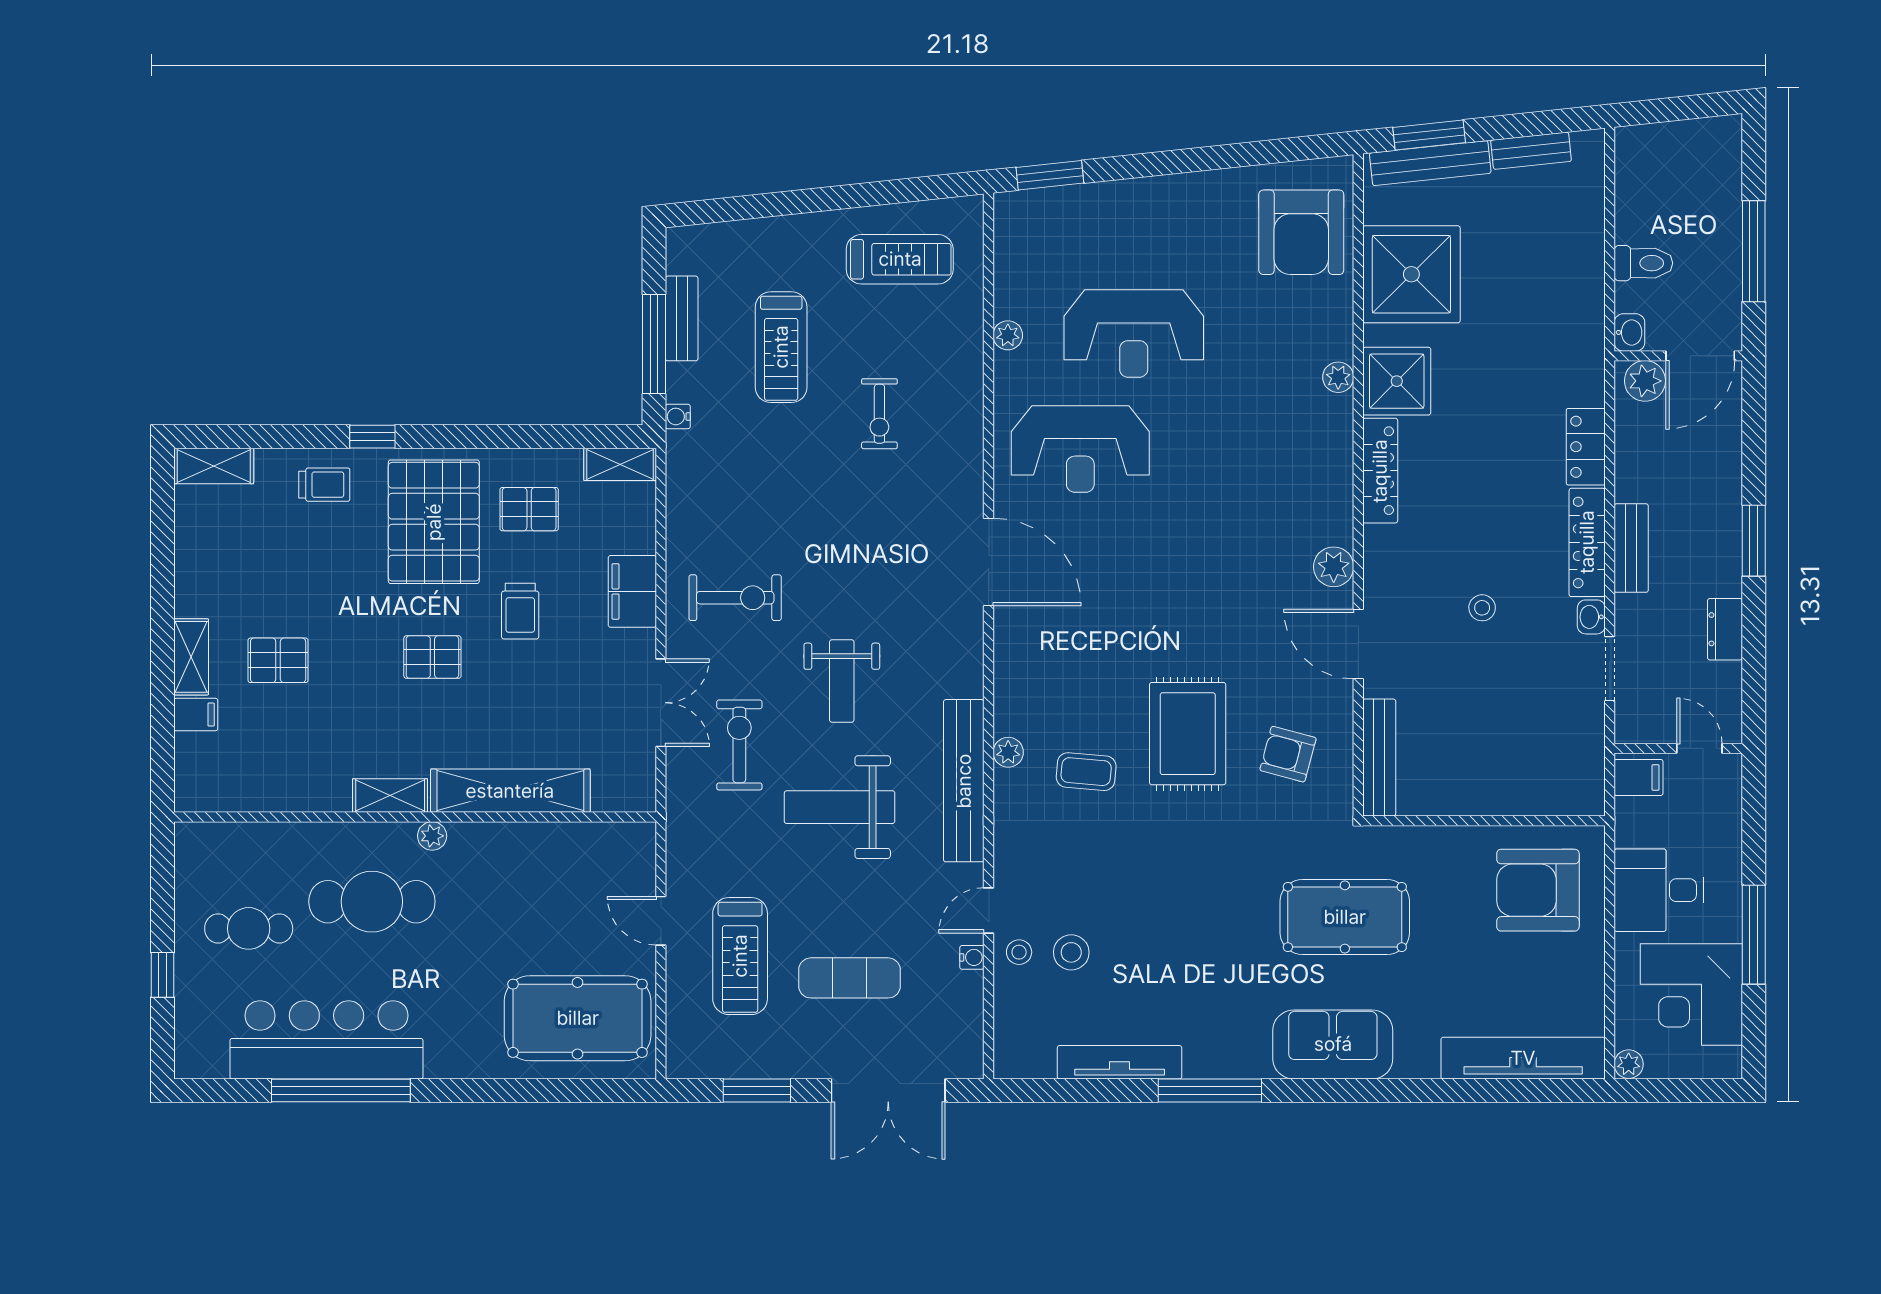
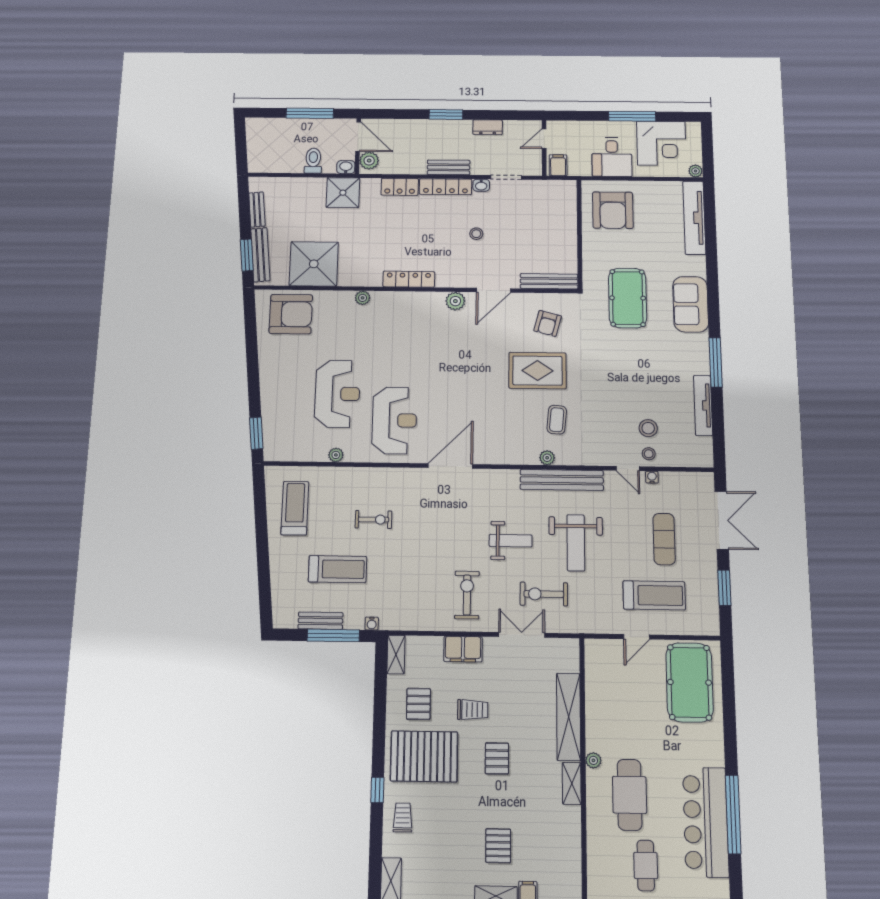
shower: (1397, 381) -> (343, 193), moved

